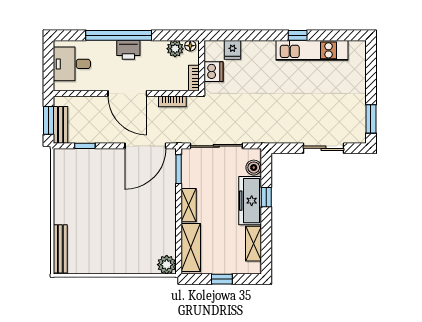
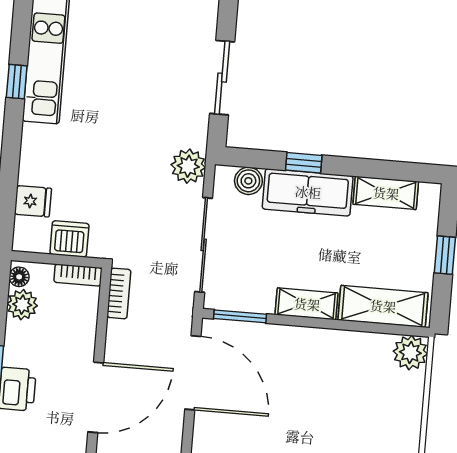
bookcase: (172, 101) -> (119, 293), moved
plant: (259, 134) -> (188, 166), added
sliding door: (324, 148) -> (222, 78), moved

